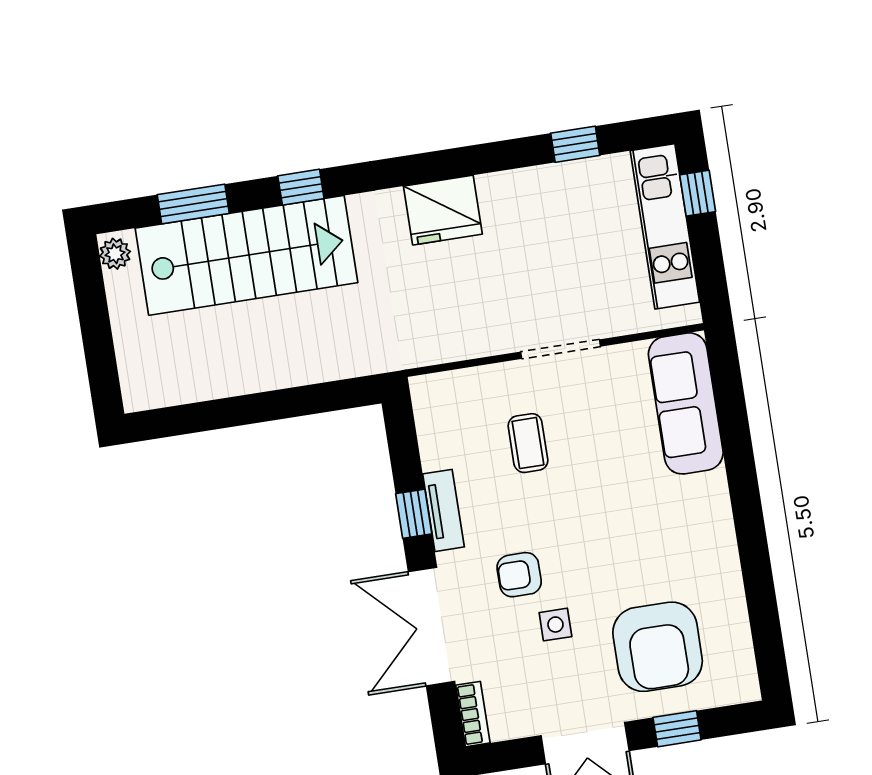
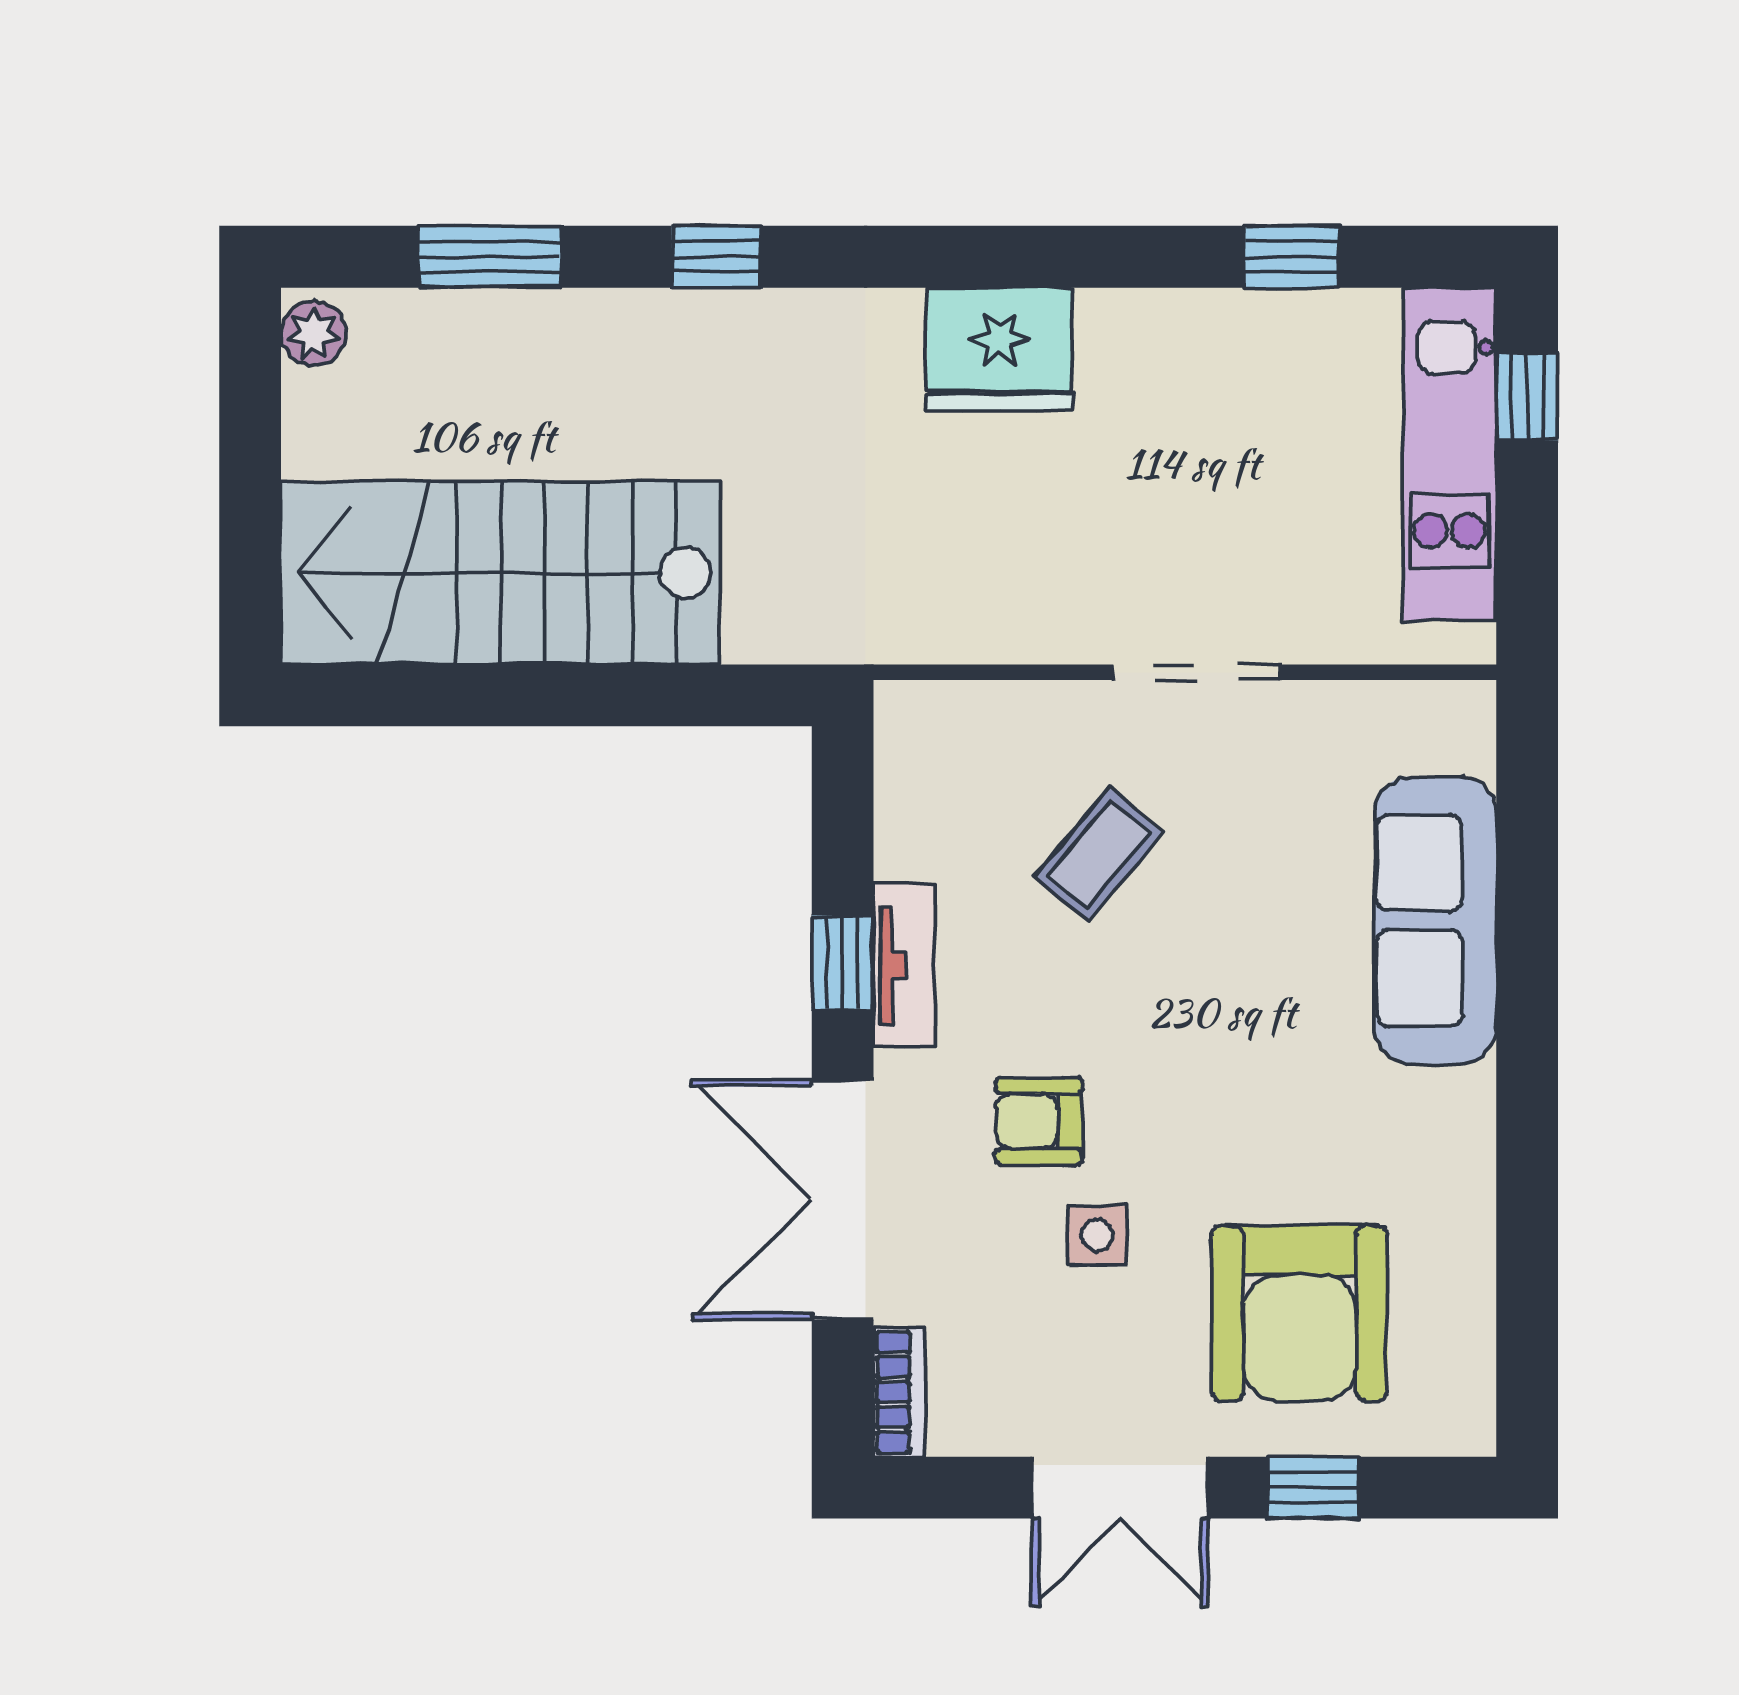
stairs: (246, 255) -> (501, 573), moved, turned 180
sofa: (686, 403) -> (1435, 920), moved
coffee table: (528, 443) -> (1099, 854), turned 40

